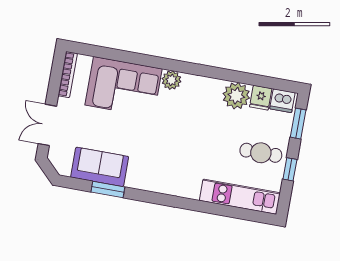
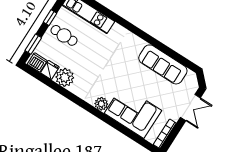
sofa: (100, 167) -> (163, 64), width x1.36
window: (108, 189) -> (169, 52), removed

